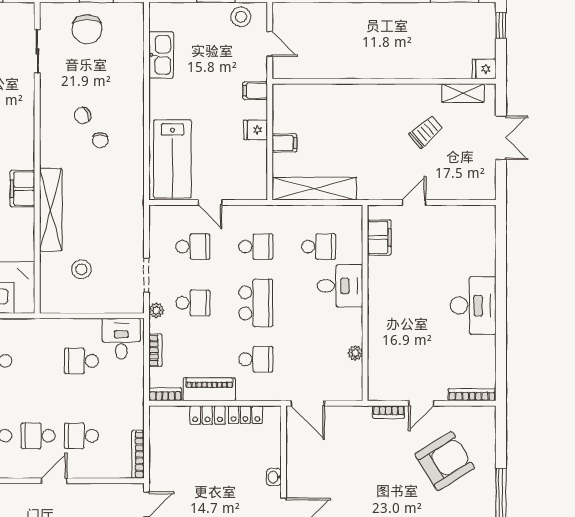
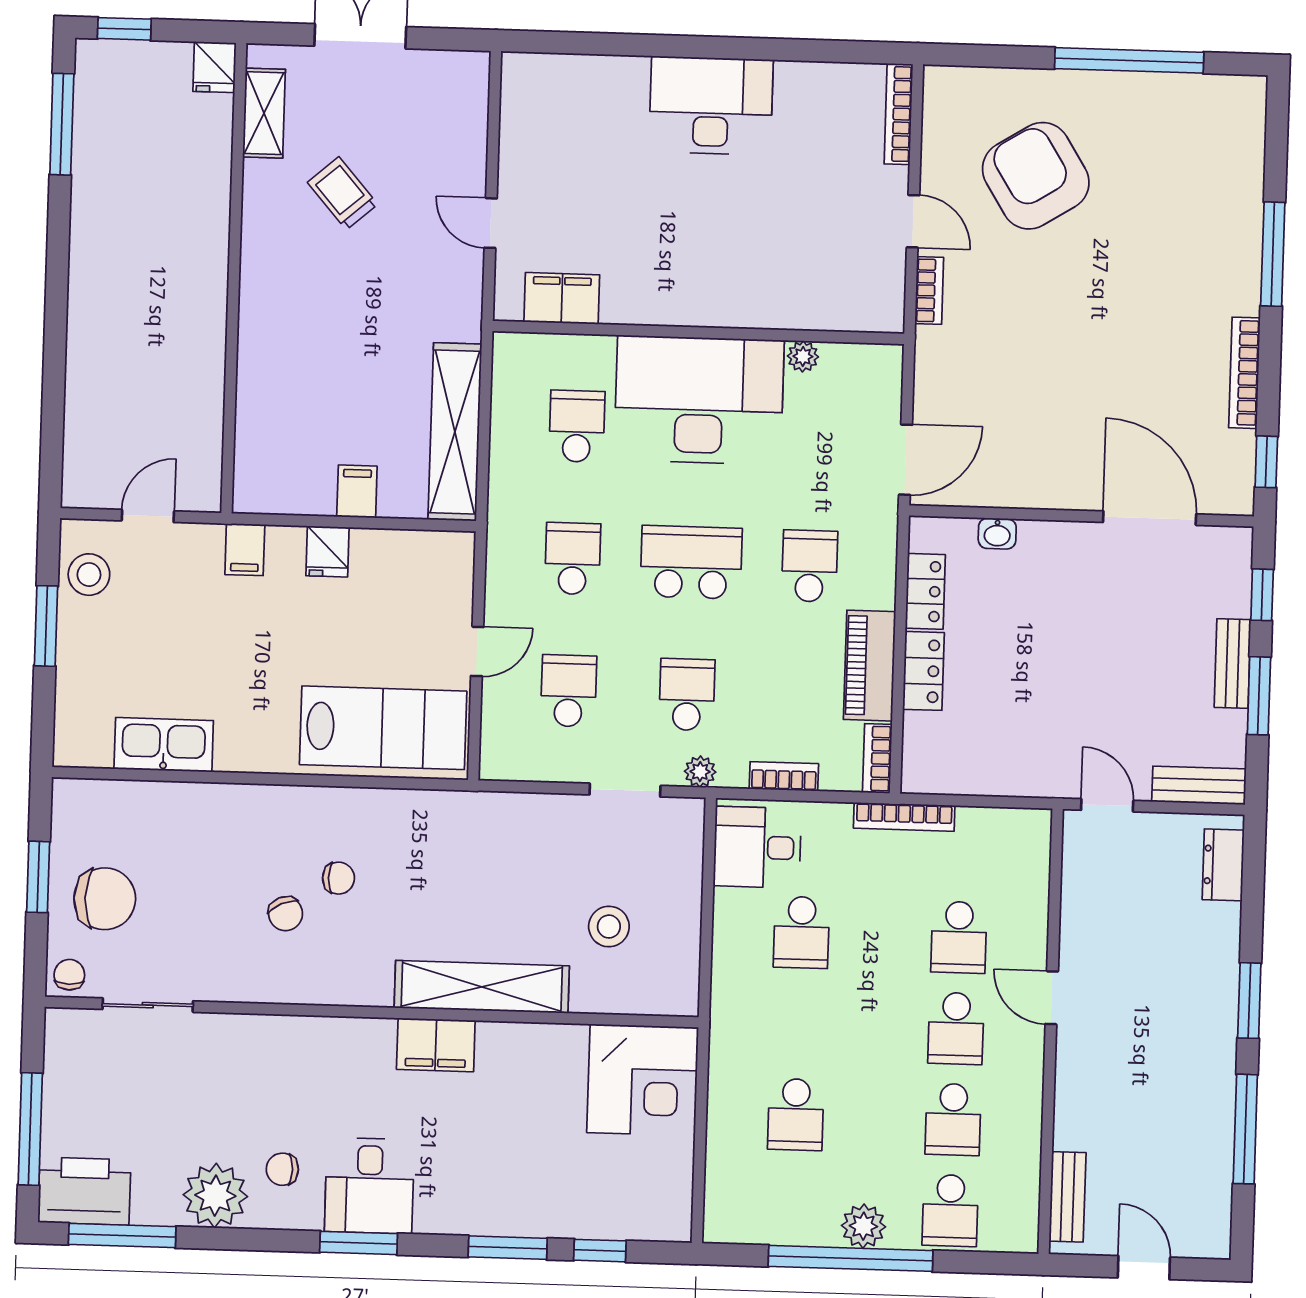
chair: (50, 14) -> (69, 975), added
desk: (340, 286) -> (699, 400), width x1.87, depth x1.30
bookcase: (138, 454) -> (904, 817), moved
washbasin: (274, 477) -> (997, 534), moved

